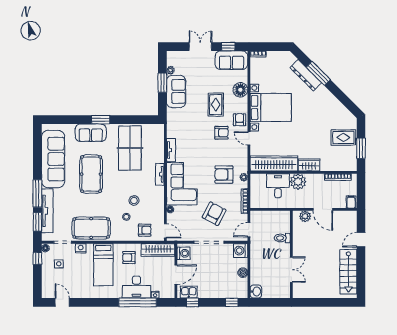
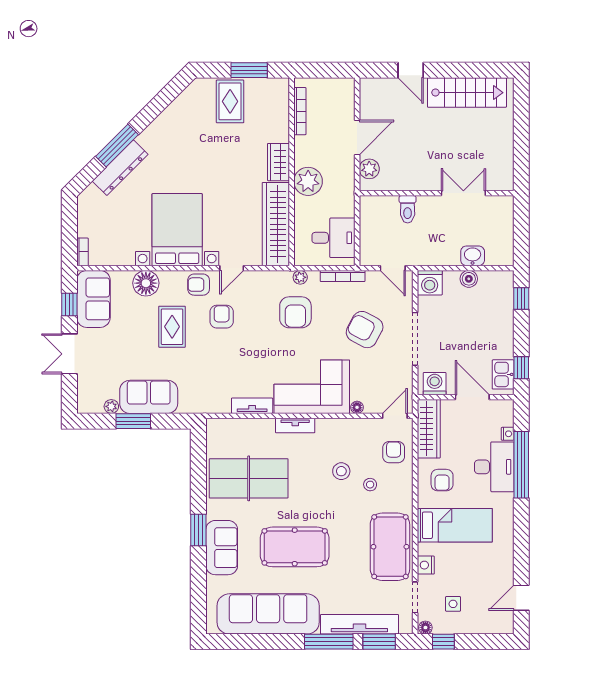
rug: (216, 105) -> (172, 327), turned 90
desk: (278, 186) -> (333, 238), moved, turned 180
filing cabinet: (351, 202) -> (344, 88), removed
washbasin: (256, 291) -> (473, 256), moved

